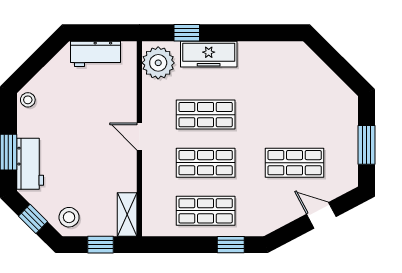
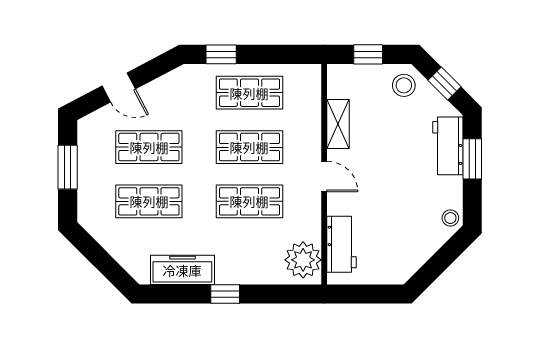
window: (187, 33) -> (225, 294), moved
workbench: (95, 54) -> (342, 244), moved, turned 90
freezer: (209, 54) -> (182, 270), moved
shop shelf: (295, 115) -> (149, 201), added
shelving: (127, 214) -> (338, 124), moved

